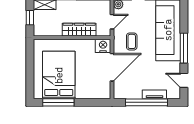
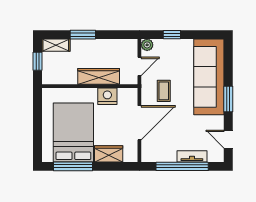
nightstand: (103, 46) -> (107, 96), moved
window: (184, 48) -> (228, 99), width x0.69
wardrobe: (87, 92) -> (109, 154), added

